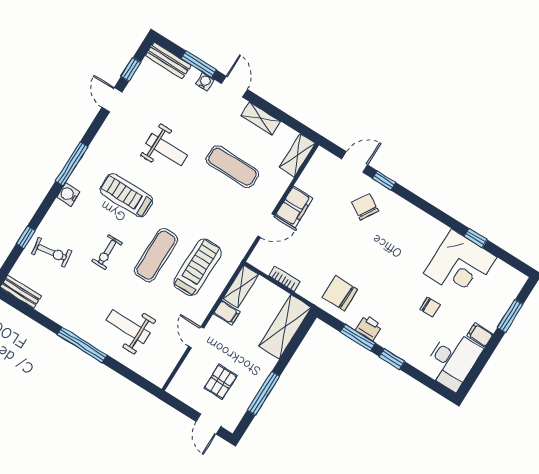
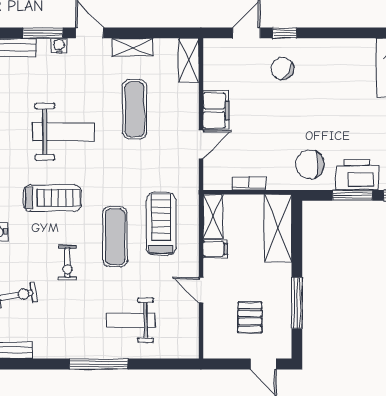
weight bench: (167, 150) -> (63, 132), width x1.36, depth x1.33
exercise mat: (232, 167) -> (135, 109), turned 90
treadmill: (126, 195) -> (52, 198), turned 180
printer: (369, 328) -> (357, 175), width x1.87, depth x1.48

